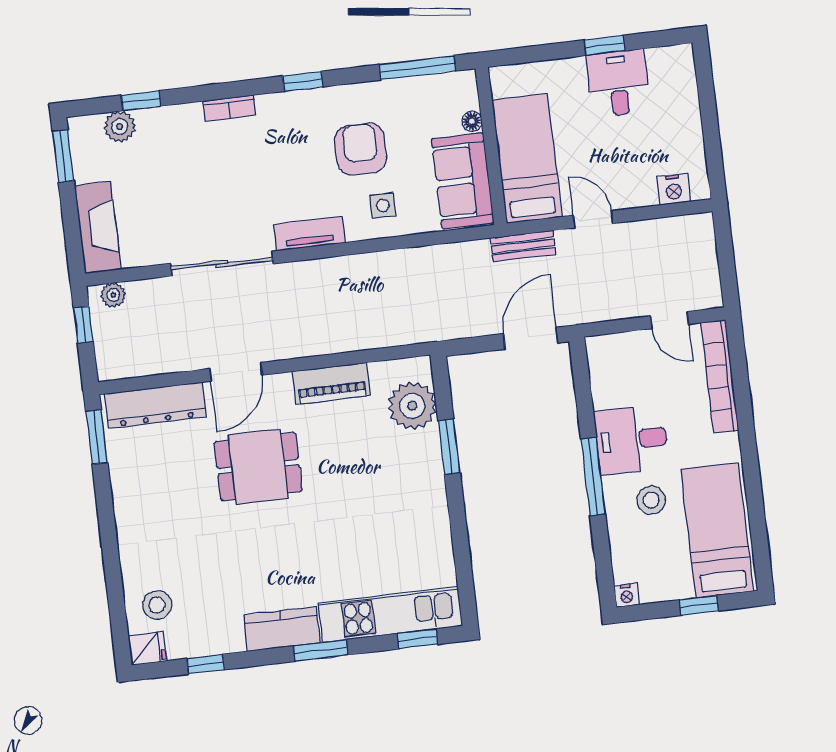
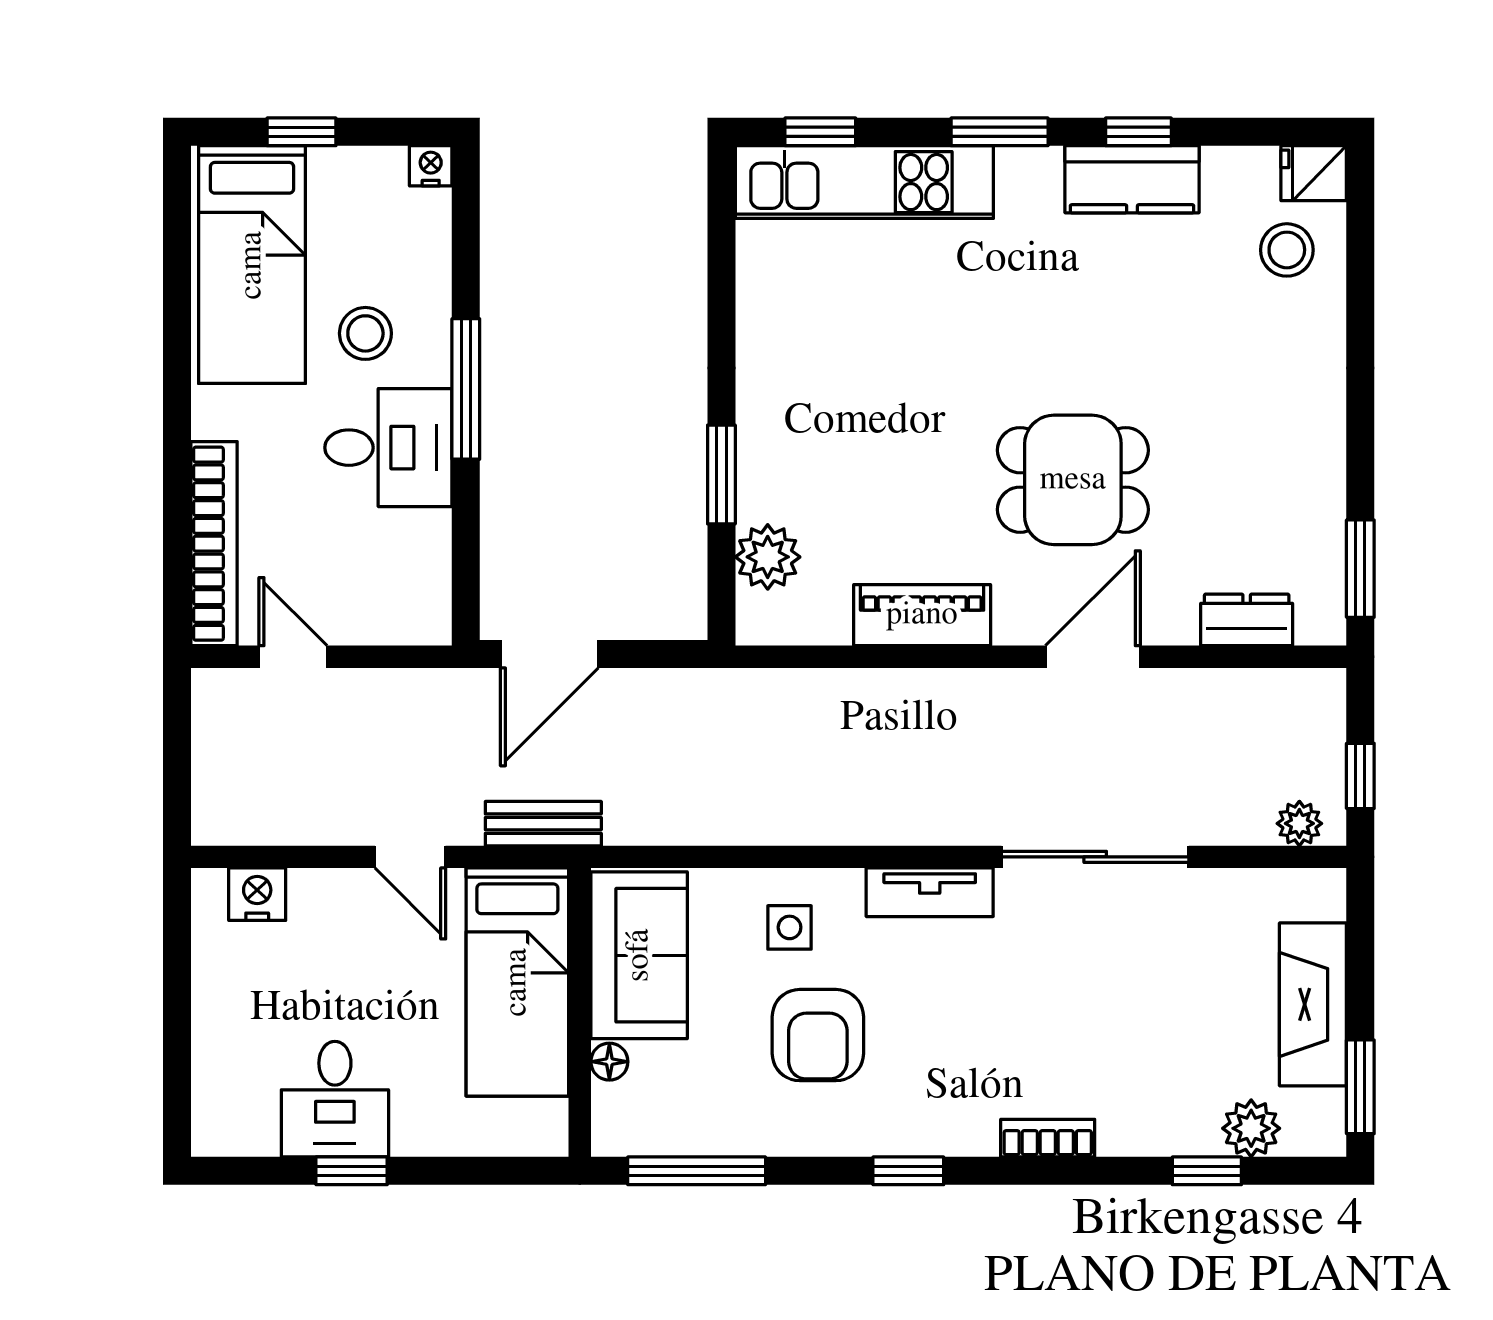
fireplace: (98, 228) -> (1313, 1004), moved
dresser: (155, 405) -> (1247, 620), width x0.51, depth x0.80
plant: (412, 406) -> (768, 557), width x0.73, depth x0.73
kitchen counter: (282, 629) -> (1132, 179), moved
window: (206, 664) -> (1138, 132), moved

